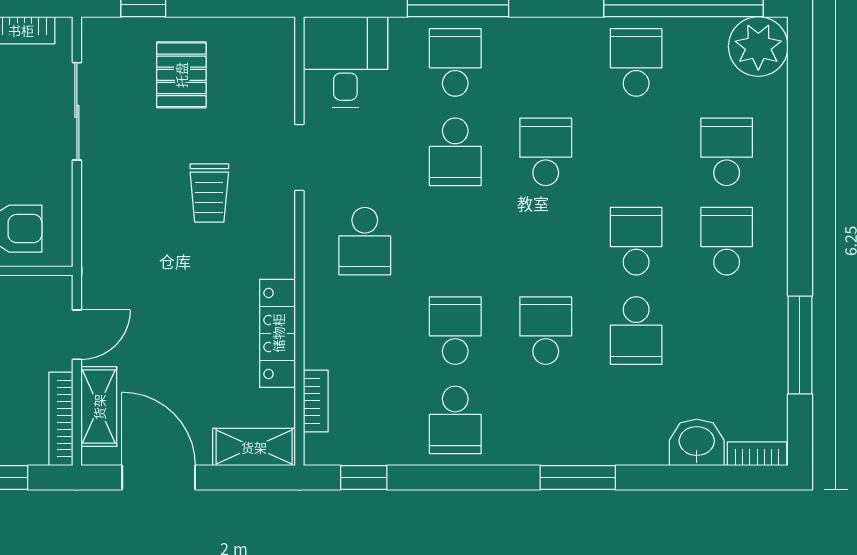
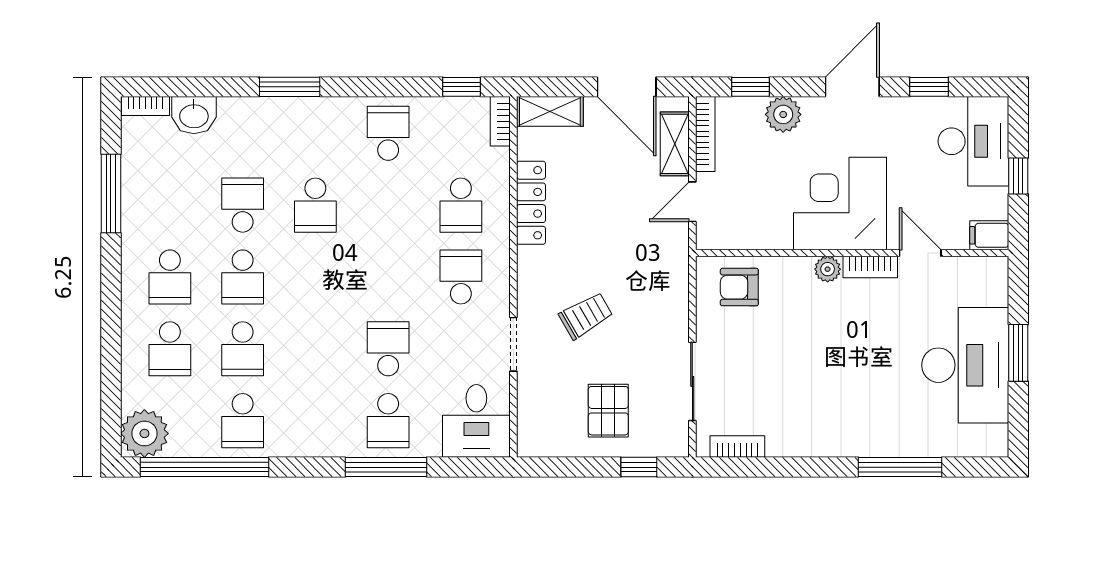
school desk: (546, 152) -> (243, 349), moved
trolley: (209, 193) -> (586, 316), turned 60
school desk: (455, 331) -> (461, 205), moved
bookcase: (316, 401) -> (500, 121), moved

